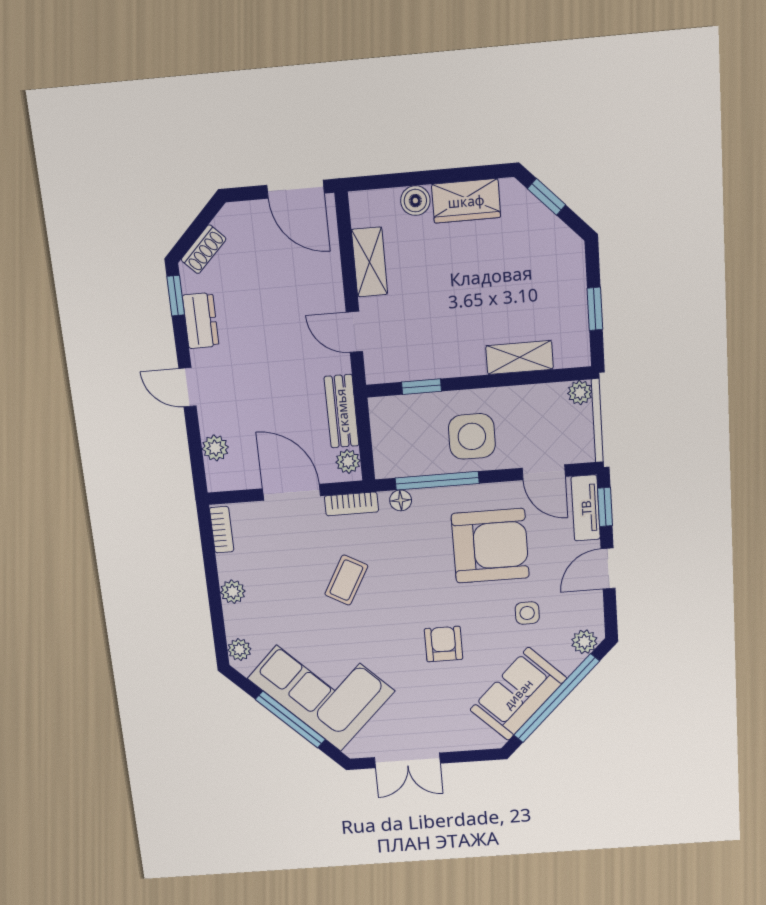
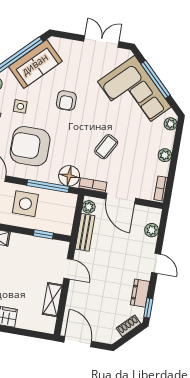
boiler: (415, 201) -> (24, 322), removed
floor lamp: (401, 500) -> (69, 176), width x1.89, depth x1.89

